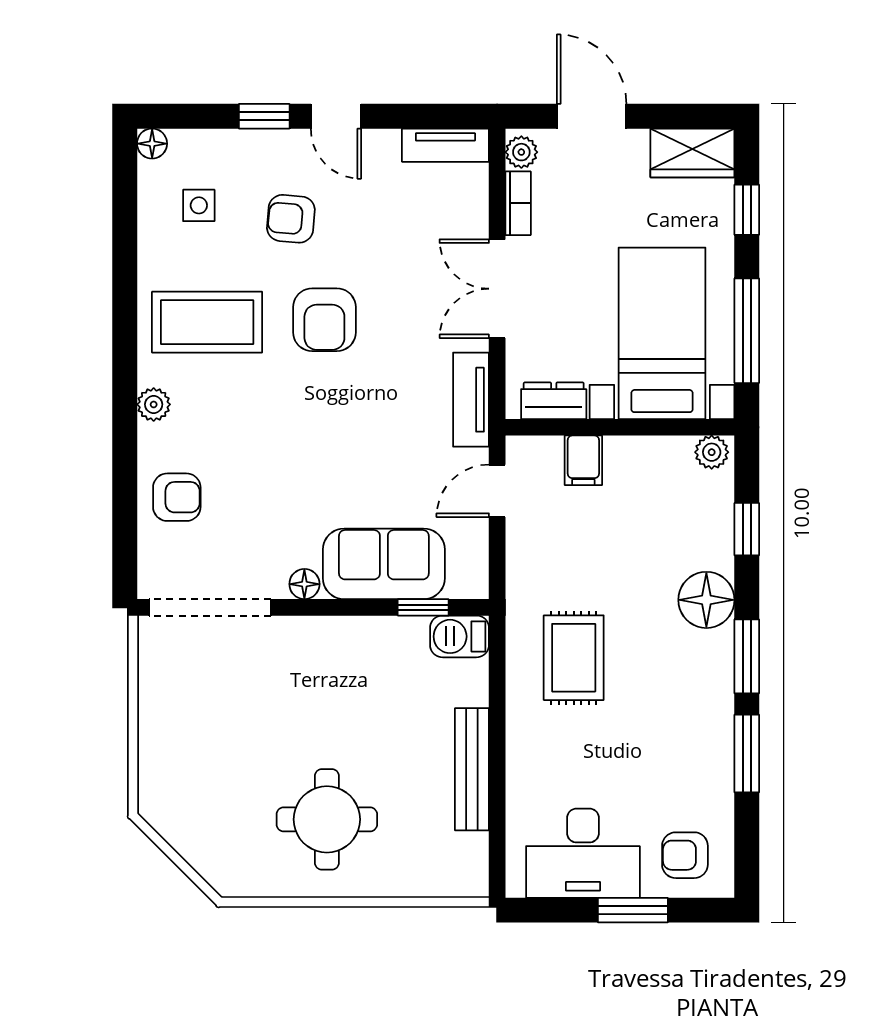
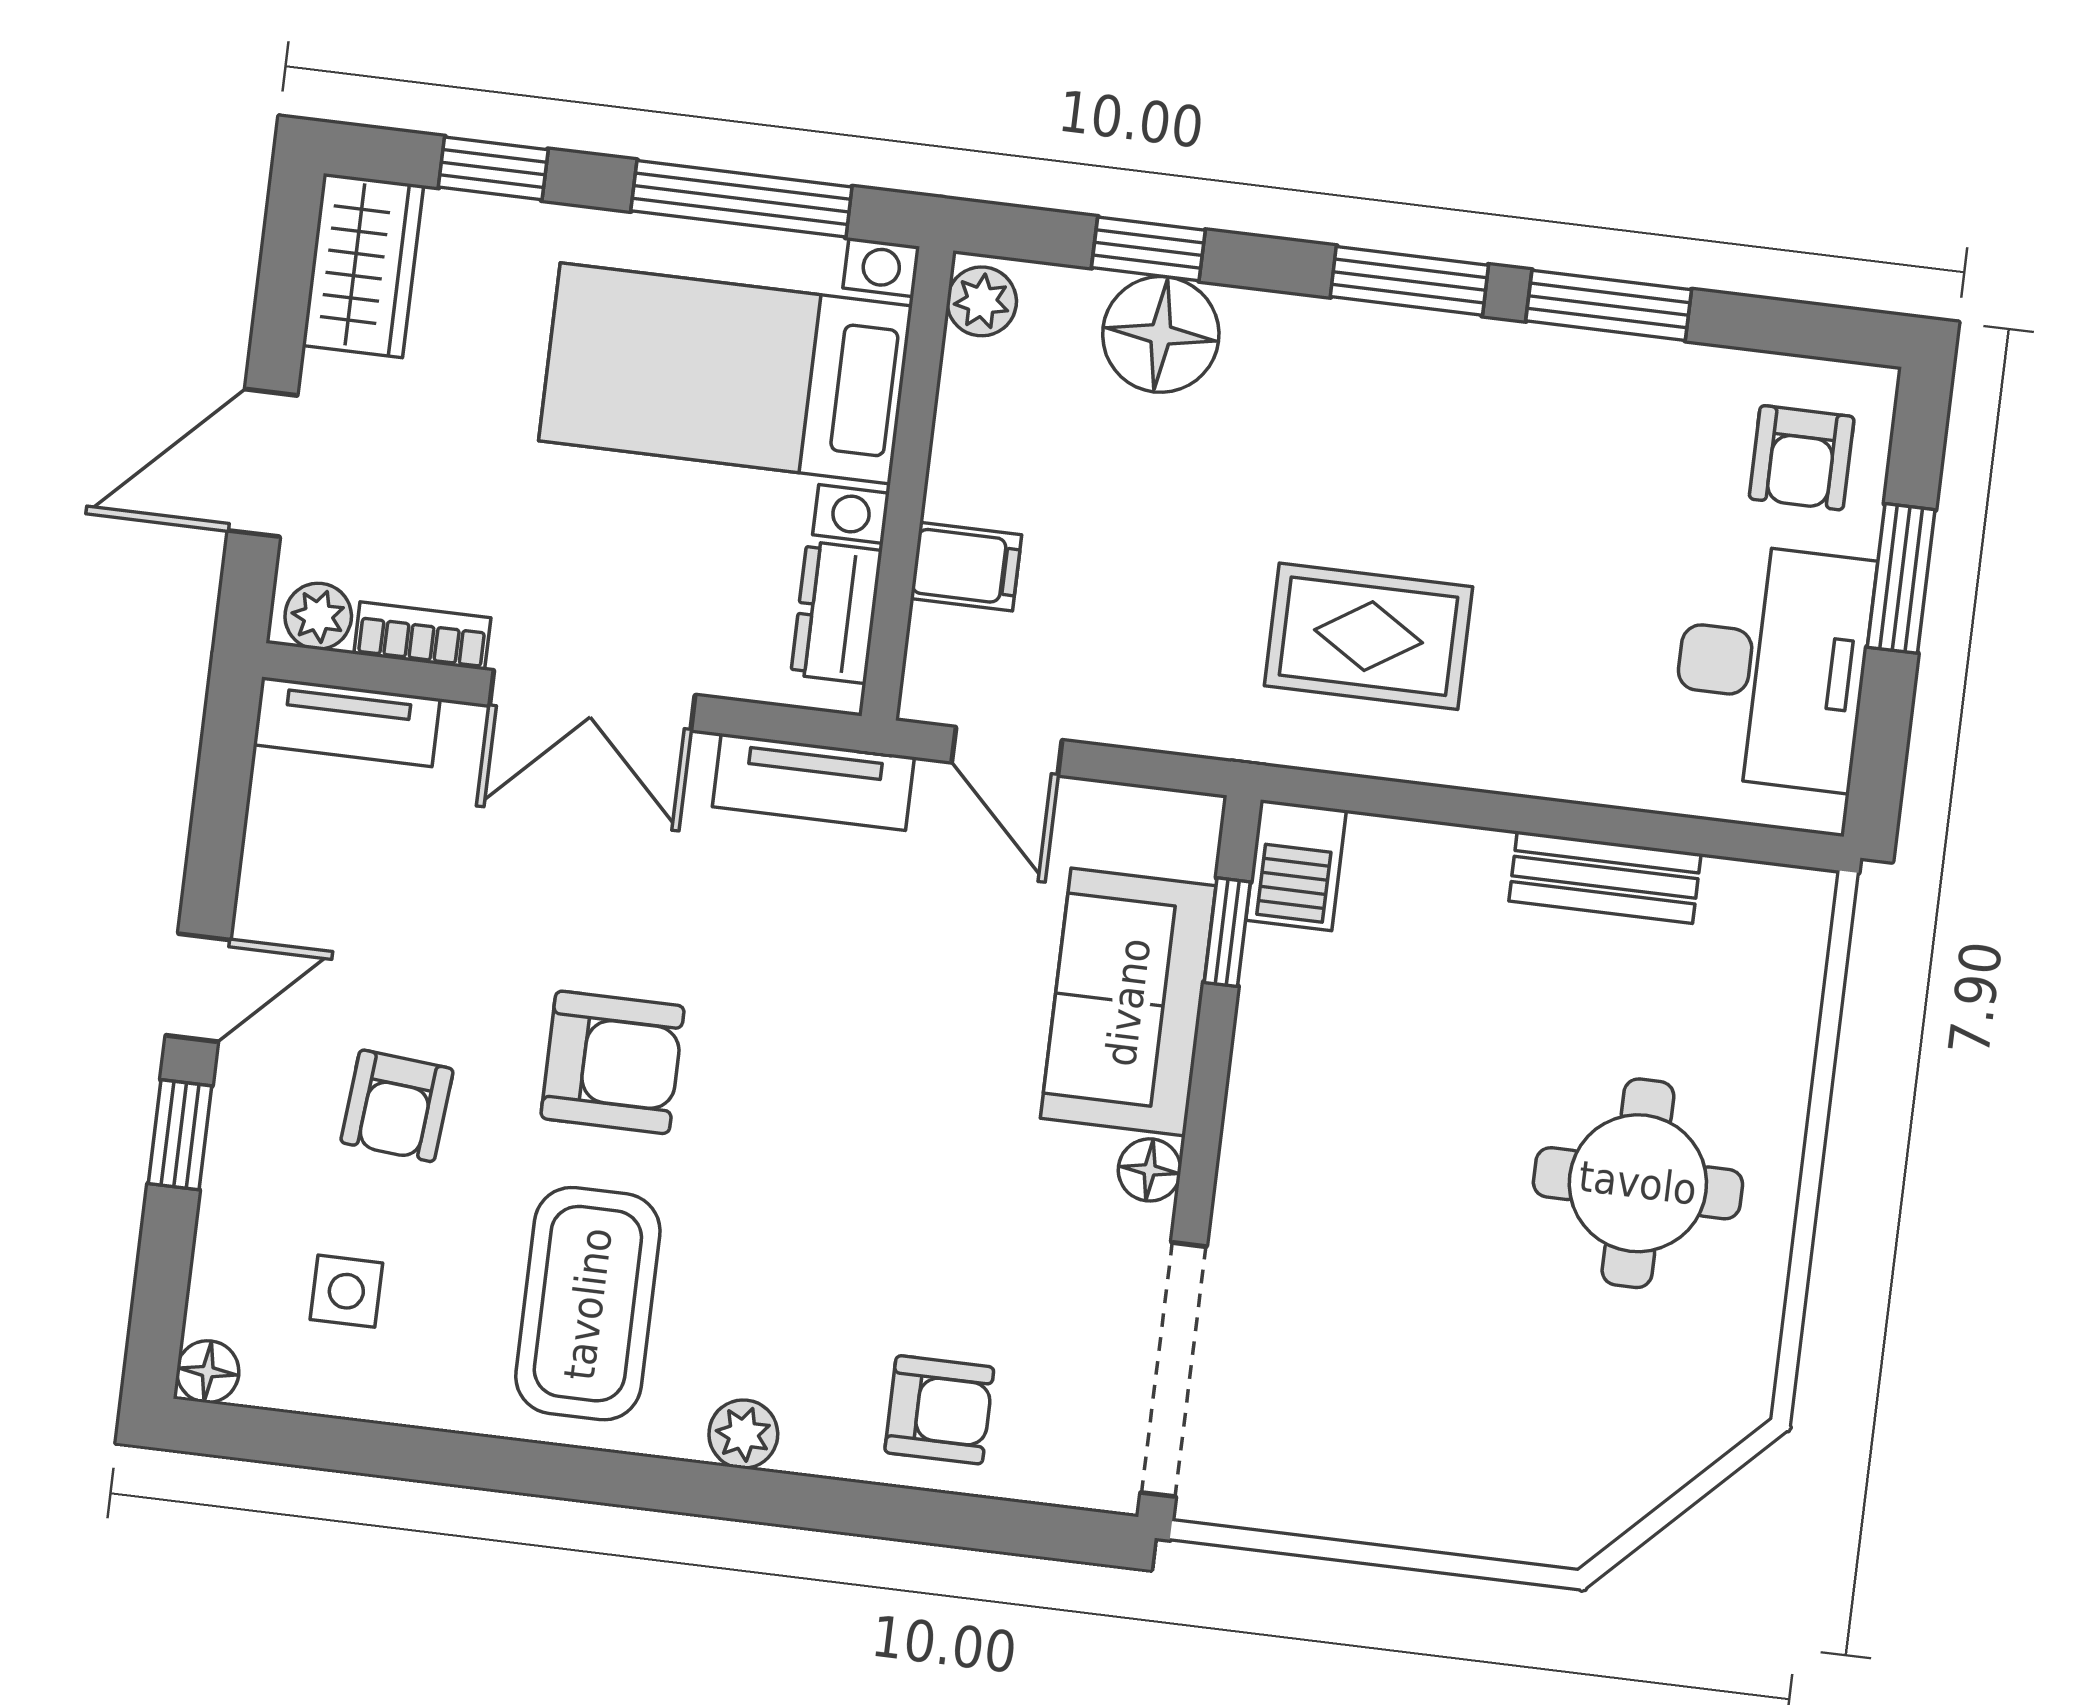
tv unit: (445, 145) -> (347, 722), moved, turned 90
armchair: (177, 497) -> (939, 1410), turned 90
floor lamp: (706, 600) -> (1161, 334), moved
bench: (472, 769) -> (1605, 877), width x0.73

